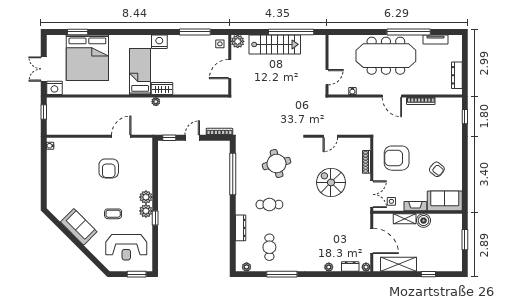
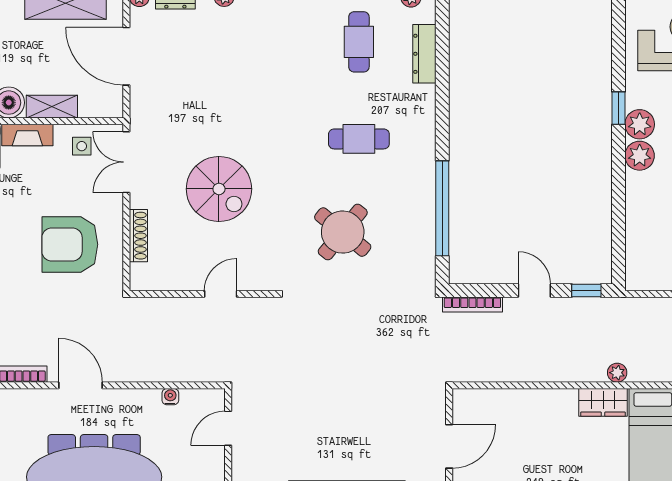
door: (192, 138) -> (534, 291), swing flipped
armchair: (397, 158) -> (70, 244), turned 180
round table: (277, 164) -> (343, 232), turned -37
dresser: (241, 228) -> (424, 54), moved

